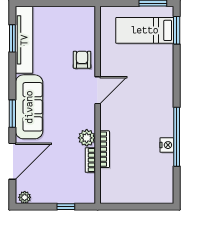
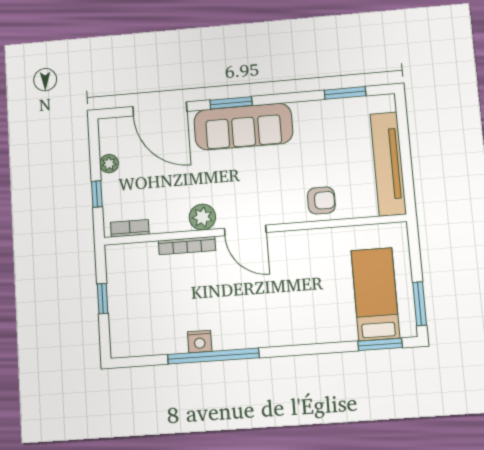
tv unit: (24, 40) -> (388, 164), moved, turned 90
door: (98, 90) -> (245, 230), moved
bookcase: (90, 160) -> (130, 228), moved
plant: (25, 197) -> (109, 164), moved
window: (135, 207) -> (103, 299), added

